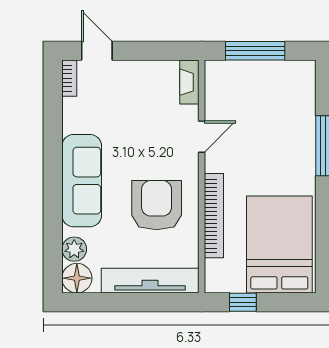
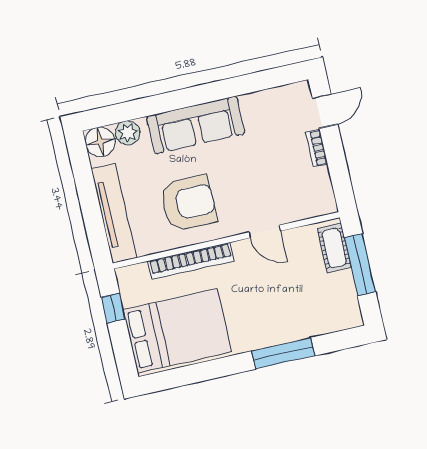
cot: (233, 72) -> (334, 248), added
bookcase: (69, 78) -> (317, 148), moved, turned 90
fireplace: (189, 82) -> (315, 208), removed

